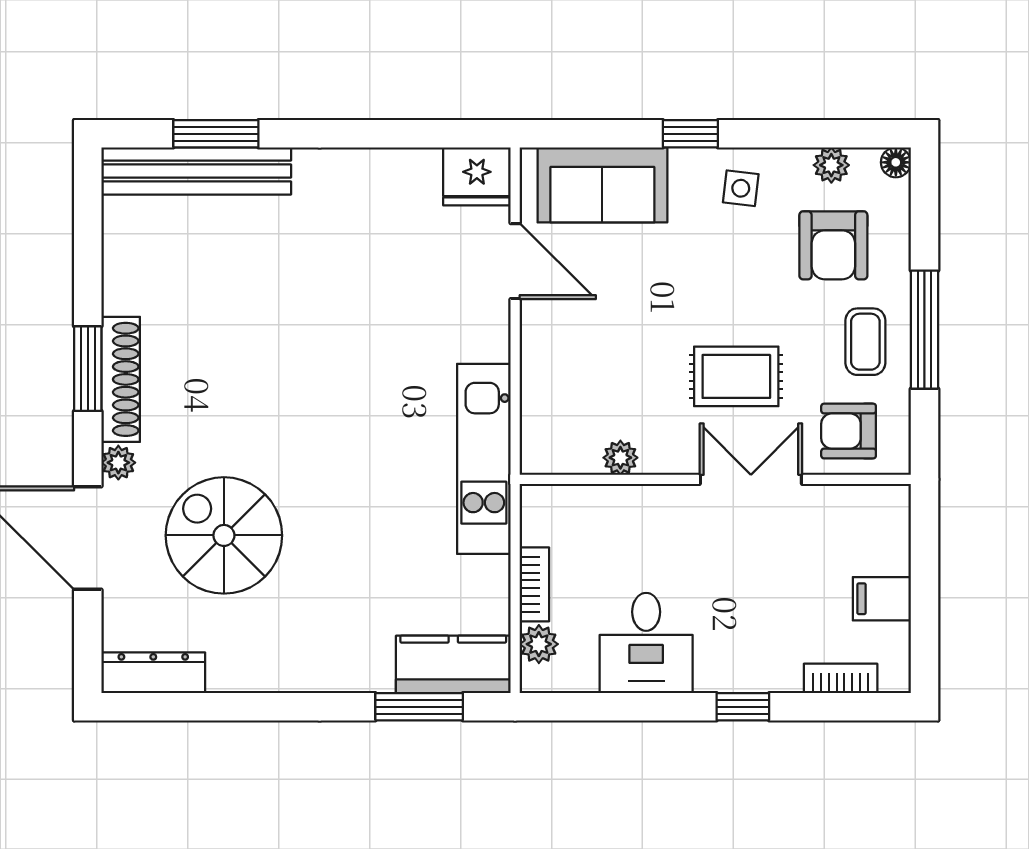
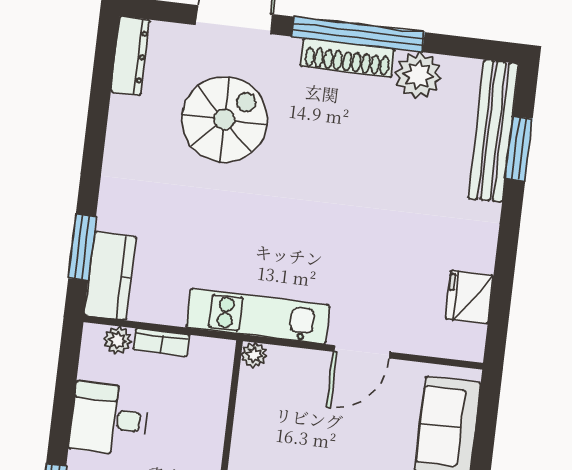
fridge: (477, 176) -> (469, 297), moved
door: (515, 261) -> (362, 352), moved
window: (88, 369) -> (358, 34), width x2.11
plant: (620, 458) -> (254, 355), moved
plant: (118, 463) -> (418, 75), moved, width x1.88, depth x1.88

